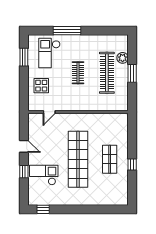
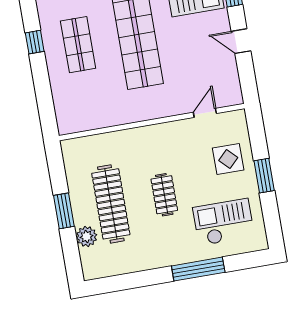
checkout: (49, 53) -> (224, 222), turned -90
window: (24, 57) -> (264, 176), moved

